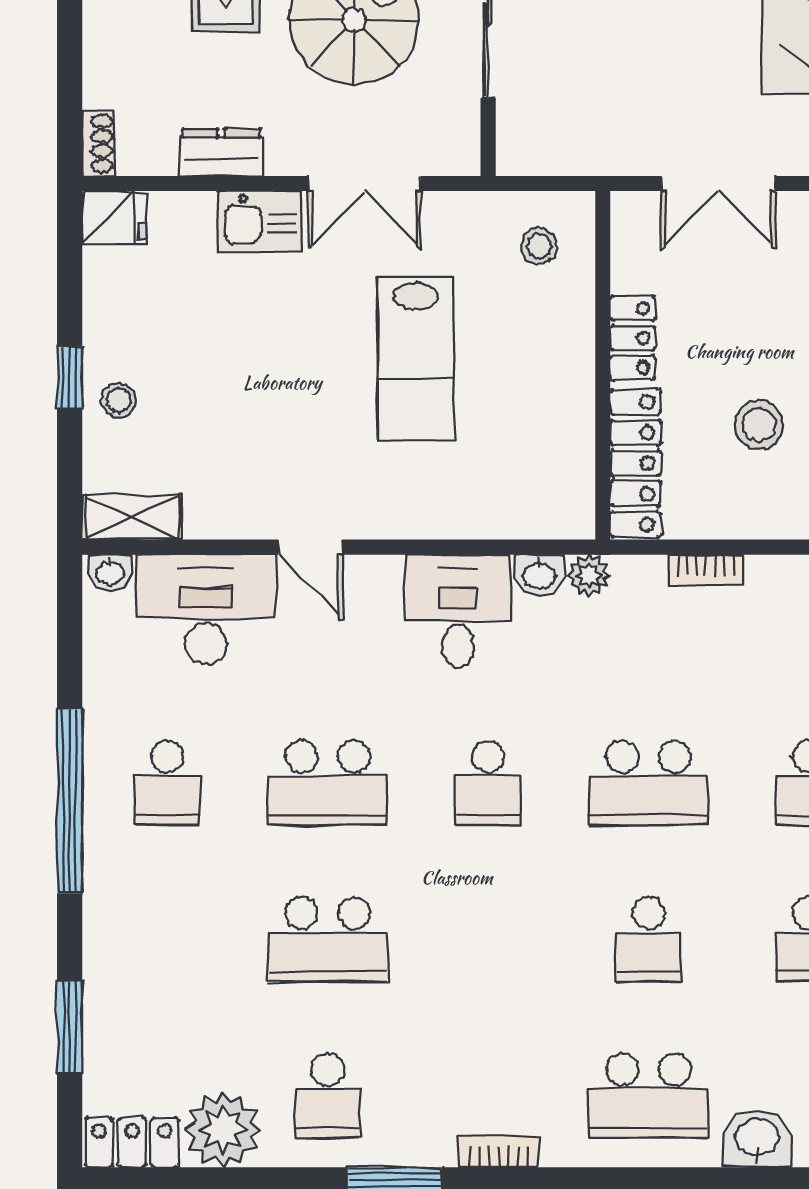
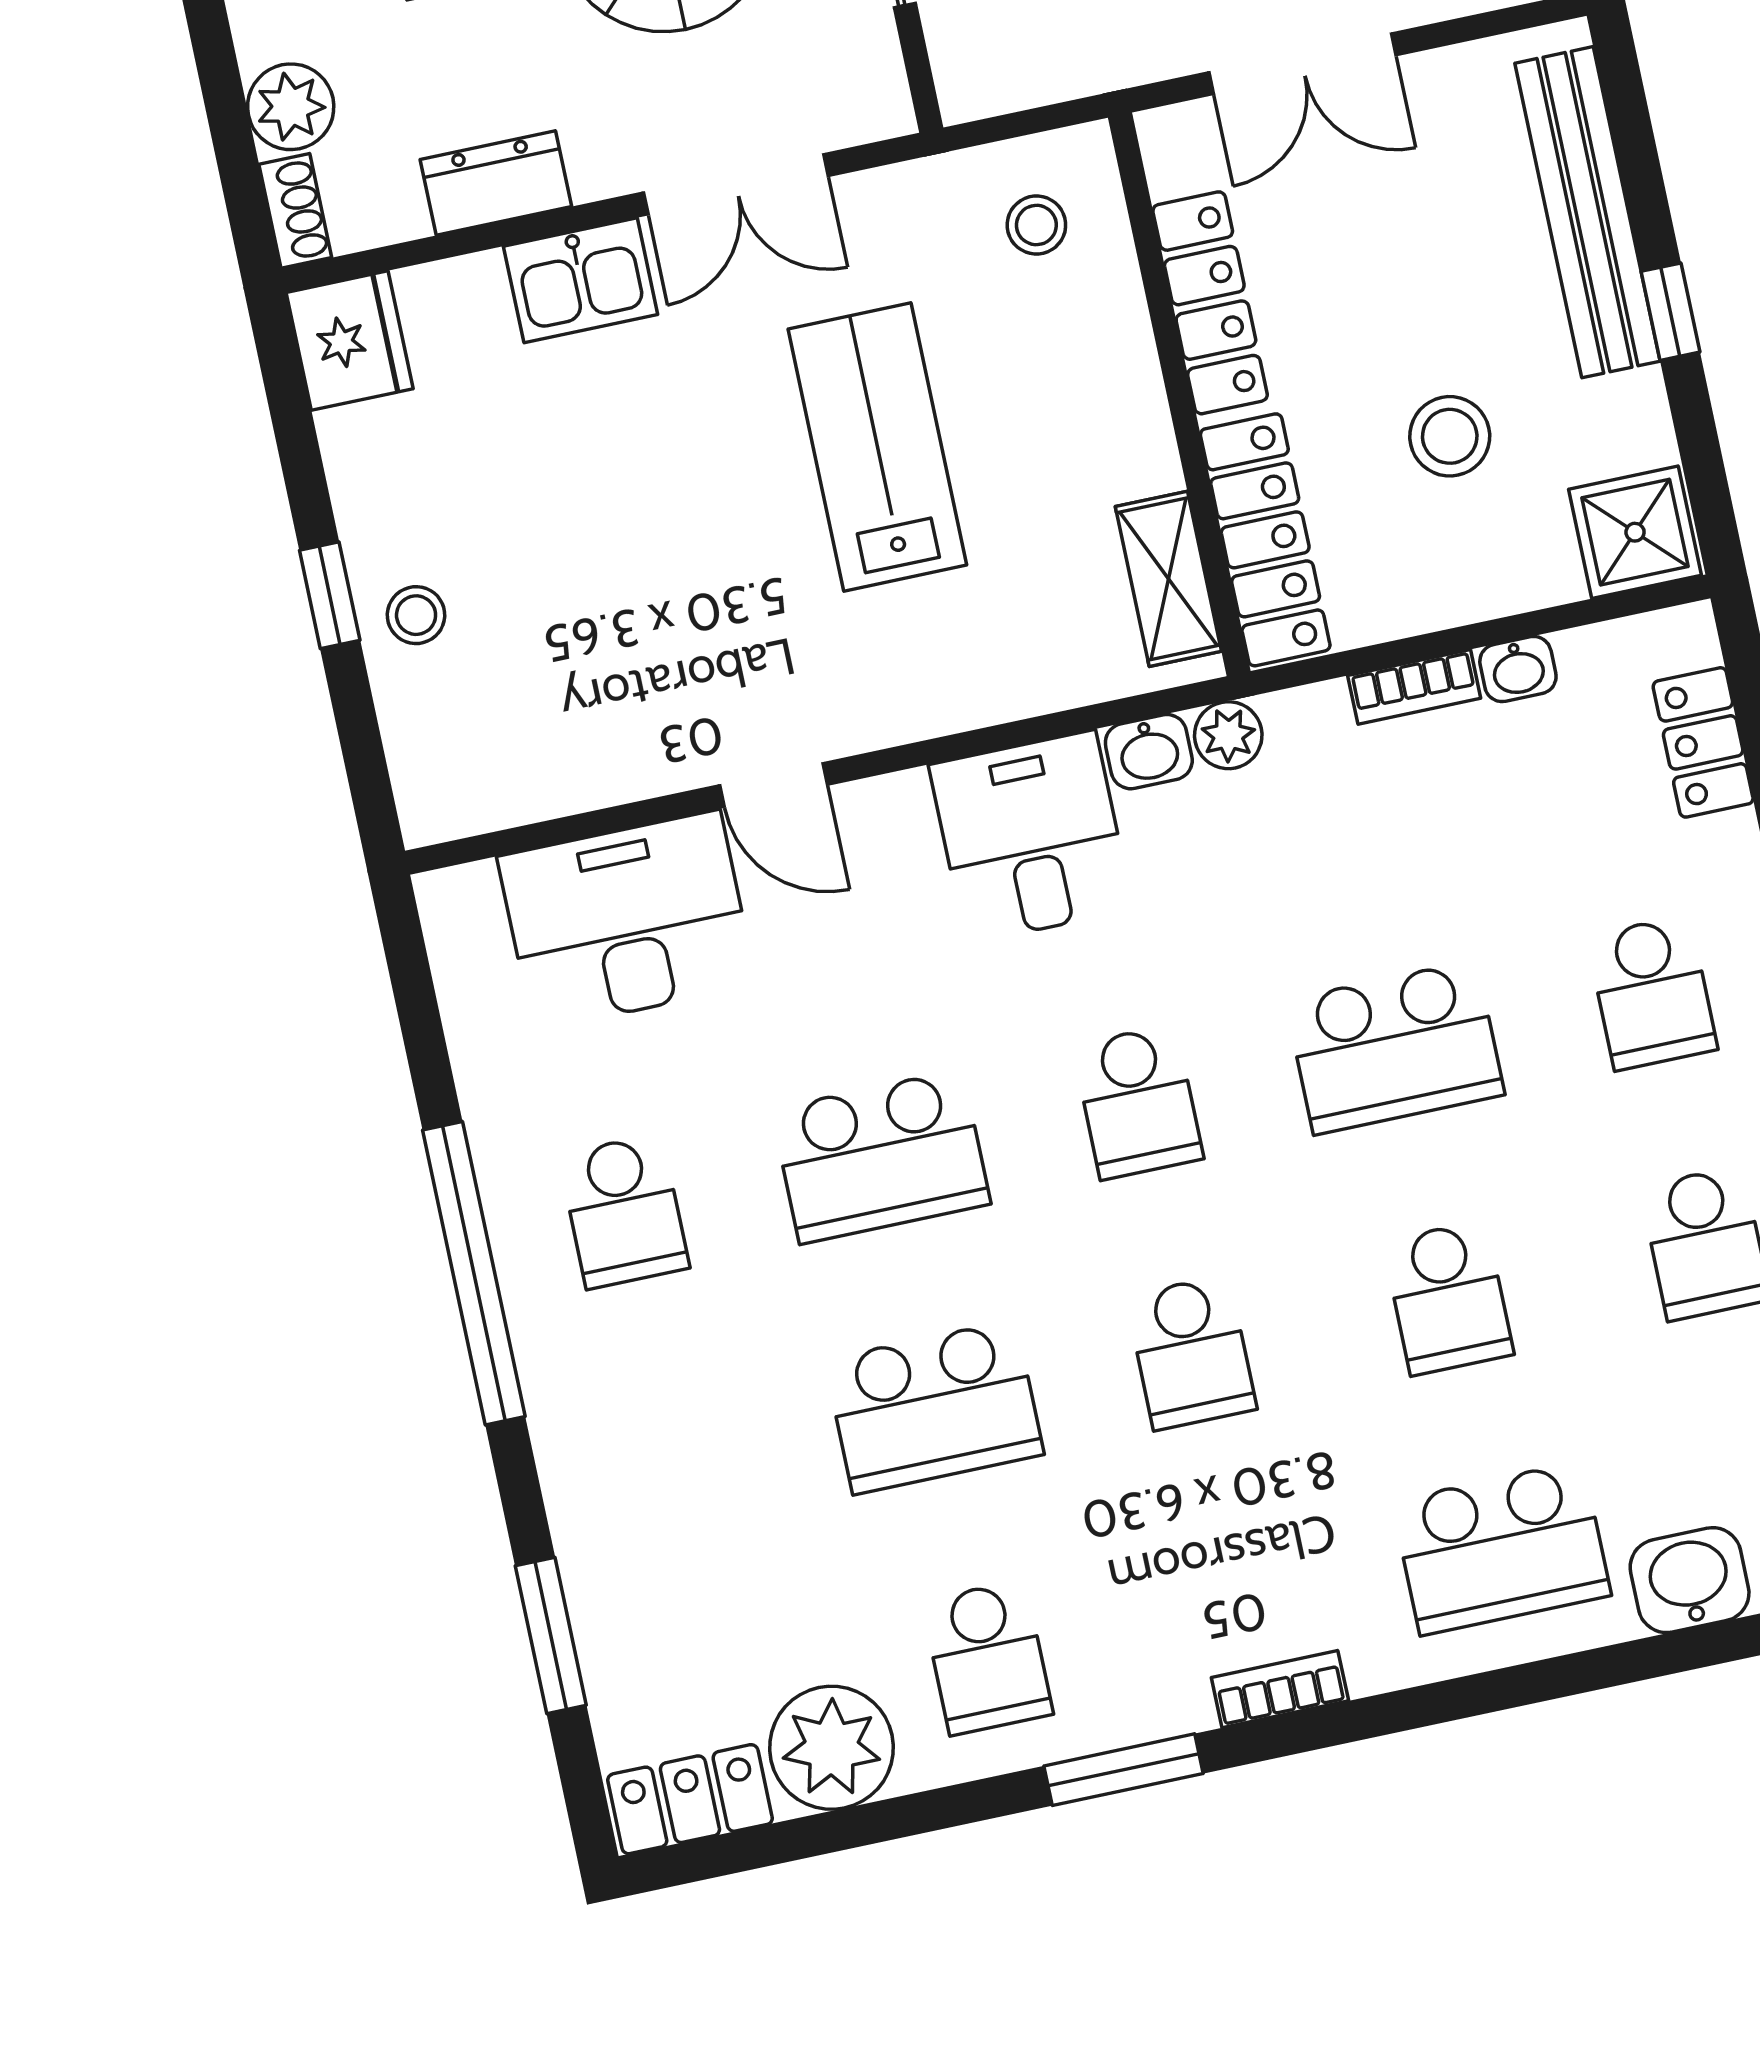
plant: (108, 81) -> (291, 107), added
fridge: (114, 218) -> (350, 341), width x1.38
locker: (633, 338) -> (1210, 303), width x1.53
lab bench: (416, 358) -> (877, 447), turned 180
shelving: (132, 517) -> (1168, 579), moved, turned 90
washbasin: (110, 572) -> (1518, 669), moved
school desk: (488, 939) -> (1191, 1352), added

